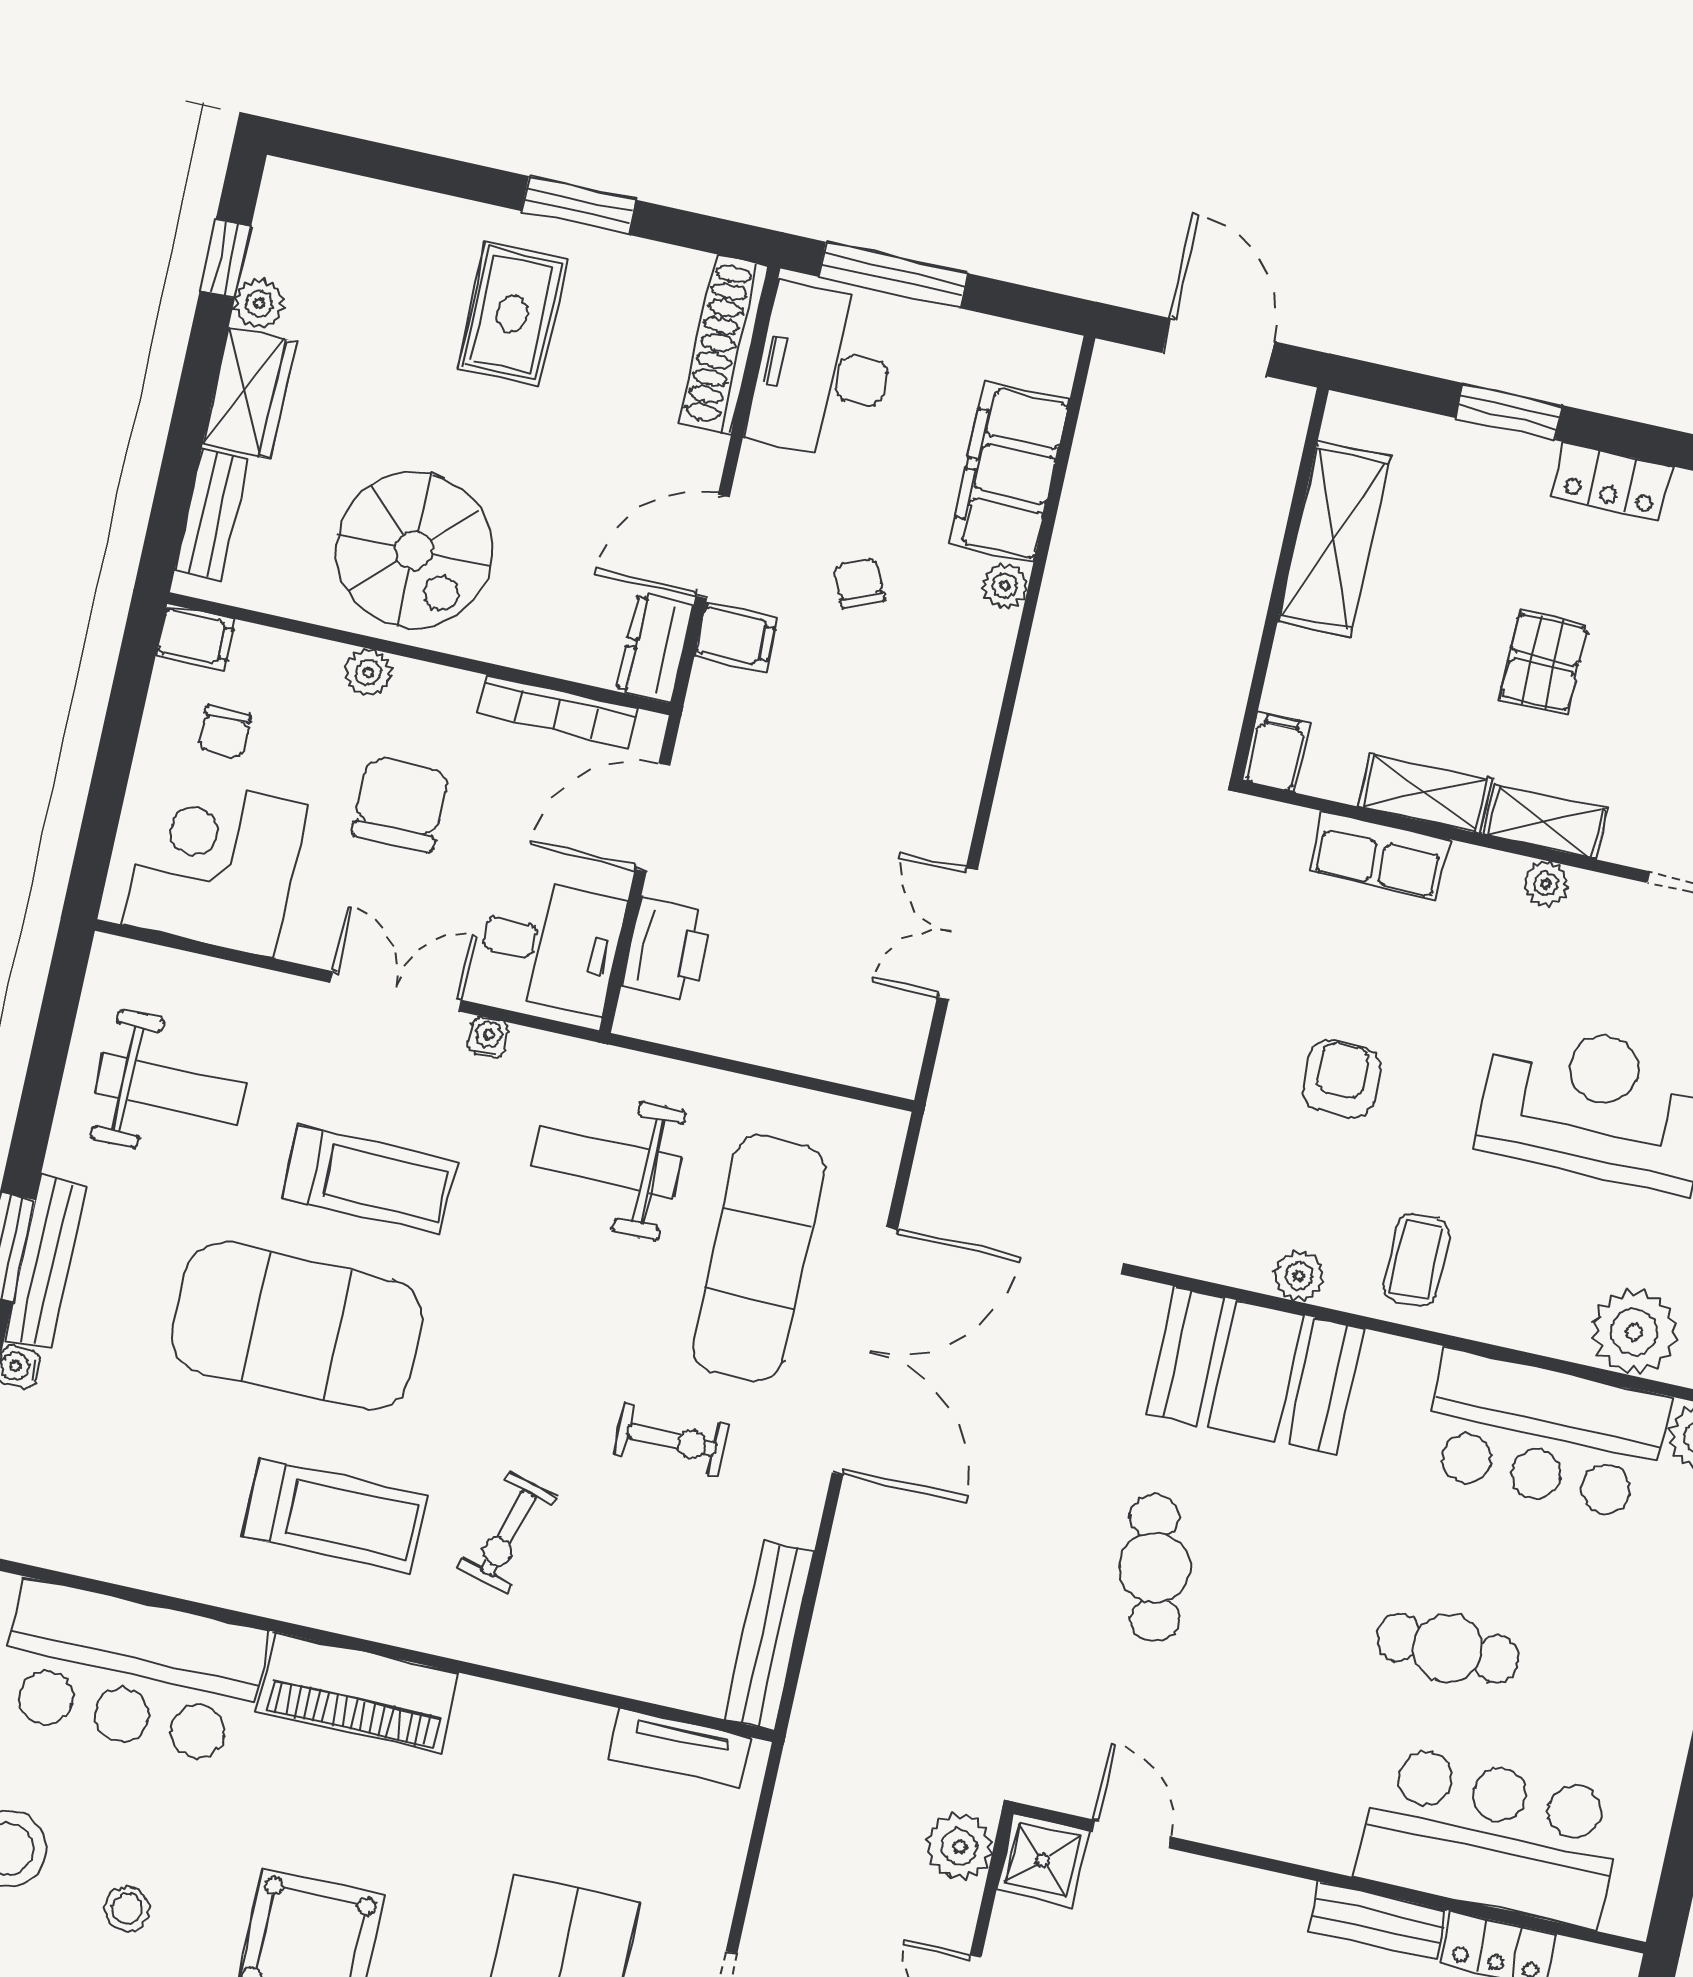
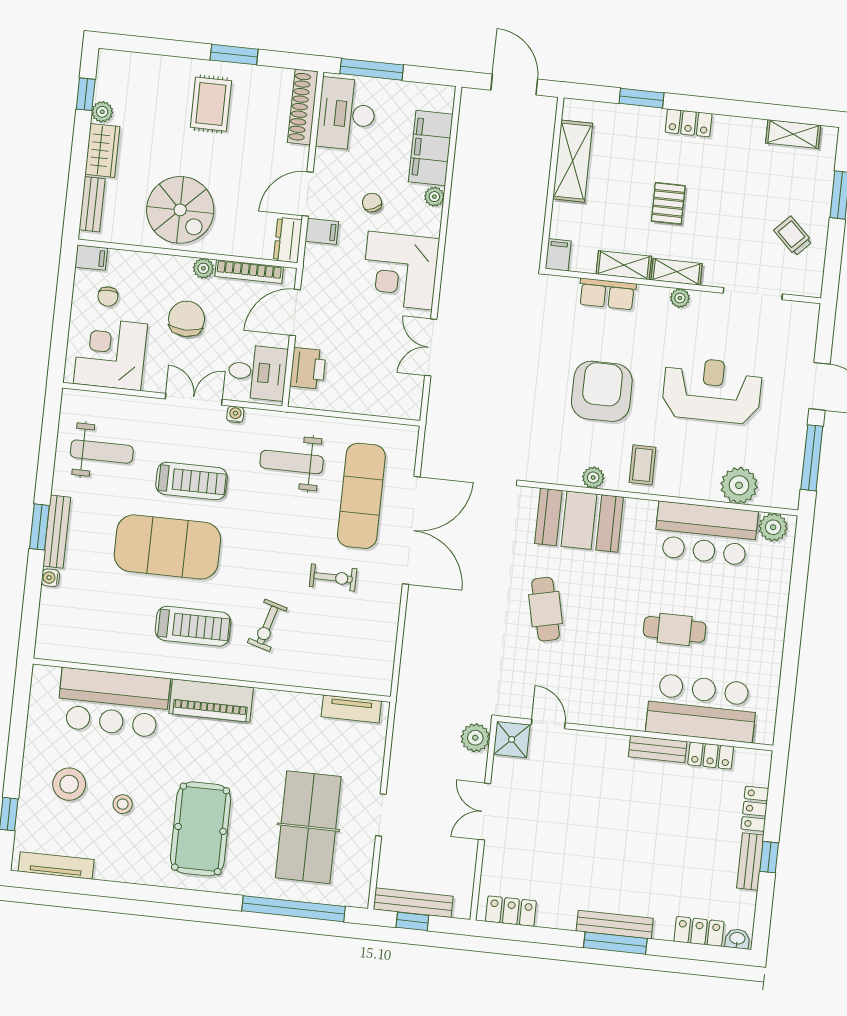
plant: (368, 673) -> (203, 268), moved
corner desk: (907, 748) -> (400, 271), added
armchair: (1341, 1079) -> (602, 391), width x1.88, depth x1.88
bench: (769, 1635) -> (384, 656), removed

